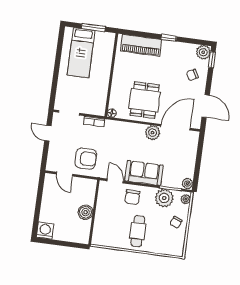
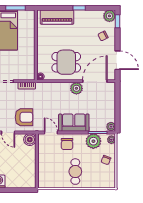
dining table: (145, 100) -> (66, 62), turned 90
boiler: (86, 212) -> (30, 140), moved

